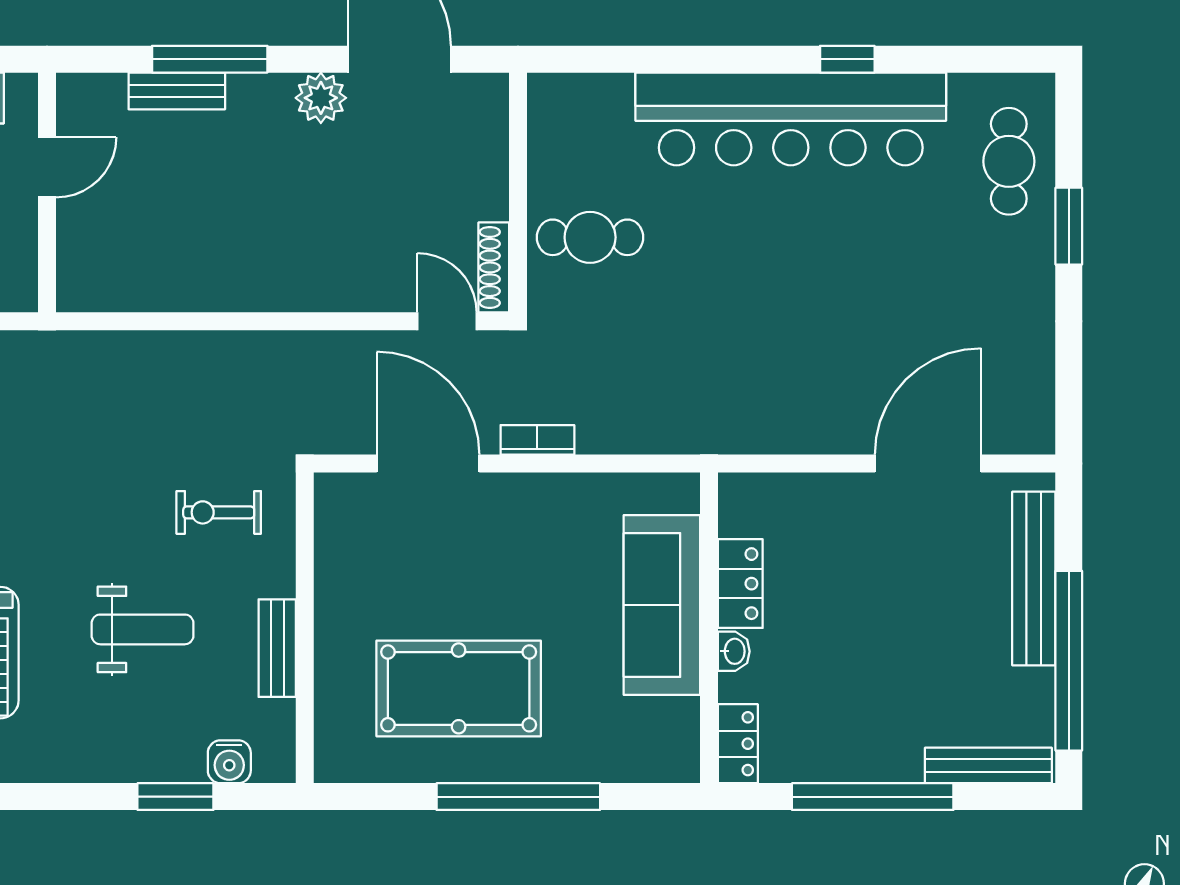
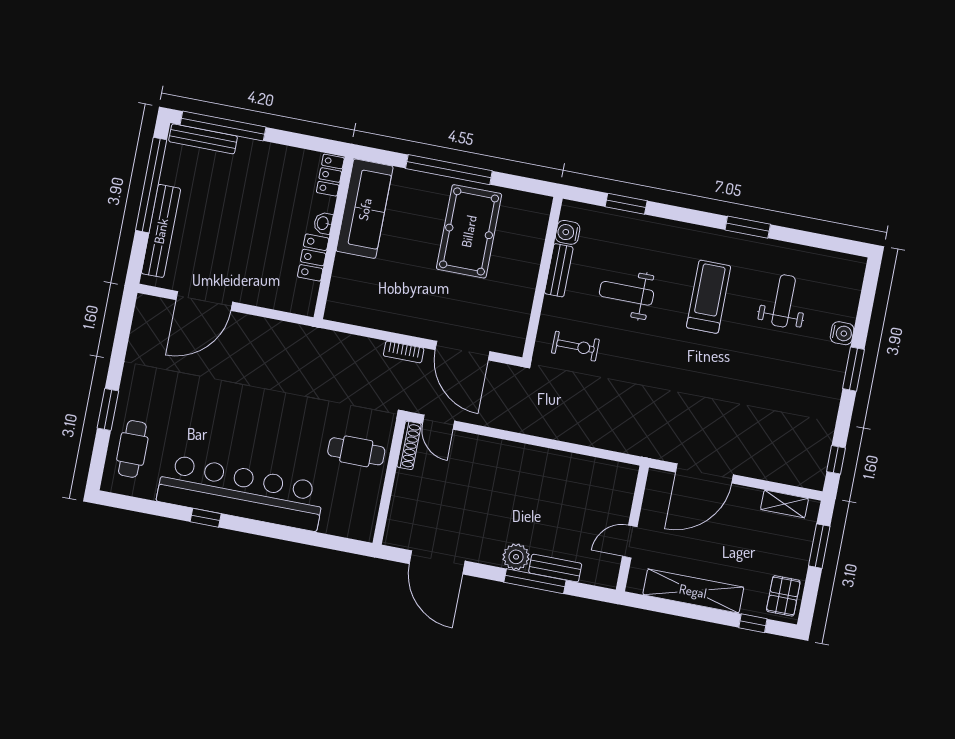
plant: (321, 98) -> (516, 557), moved
sofa: (662, 605) -> (365, 209), moved
pool table: (459, 688) -> (469, 231), turned 90
water cooler: (229, 762) -> (568, 232), moved, turned -90
window: (873, 797) -> (223, 126), moved

